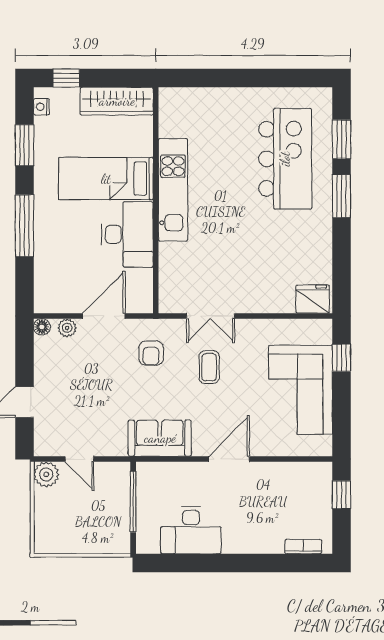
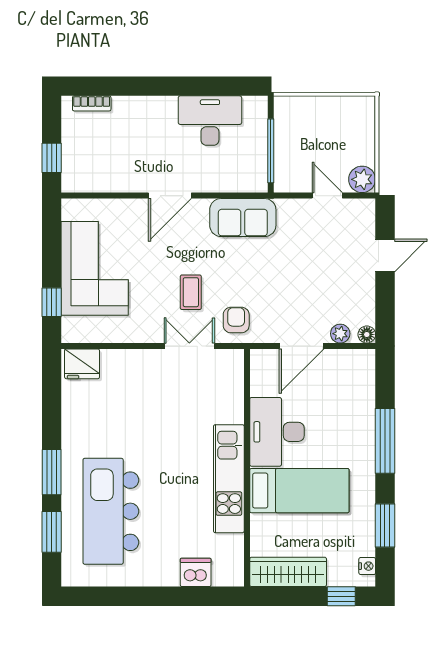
dishwasher: (205, 101) -> (196, 572), added
armchair: (151, 353) -> (236, 320), moved

